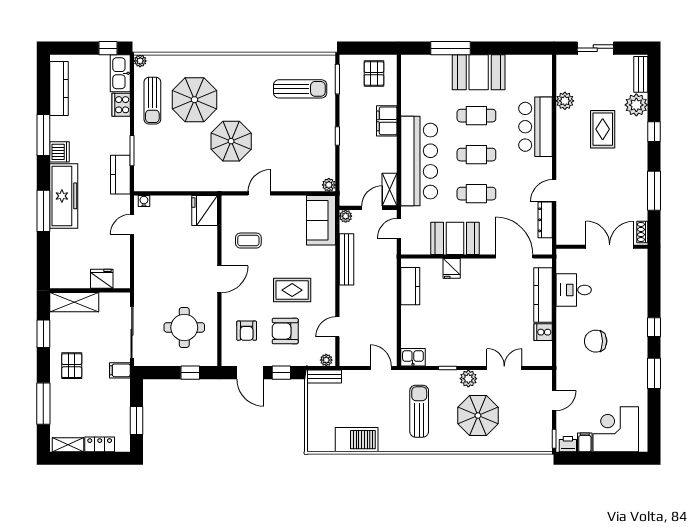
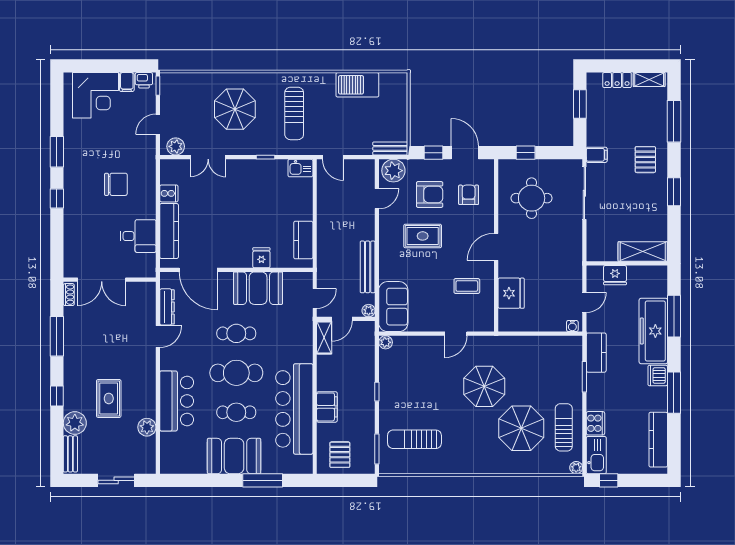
cafe table: (476, 155) -> (236, 373), width x1.37, depth x1.35
bar counter: (419, 161) -> (294, 409), moved
fridge: (205, 210) -> (511, 293), moved
fridge: (102, 279) -> (615, 275), moved
wall: (90, 290) -> (627, 263), moved
shelving: (74, 302) -> (643, 252), moved
plant: (326, 360) -> (393, 171), width x1.88, depth x1.88
plant: (468, 379) -> (176, 146), moved

